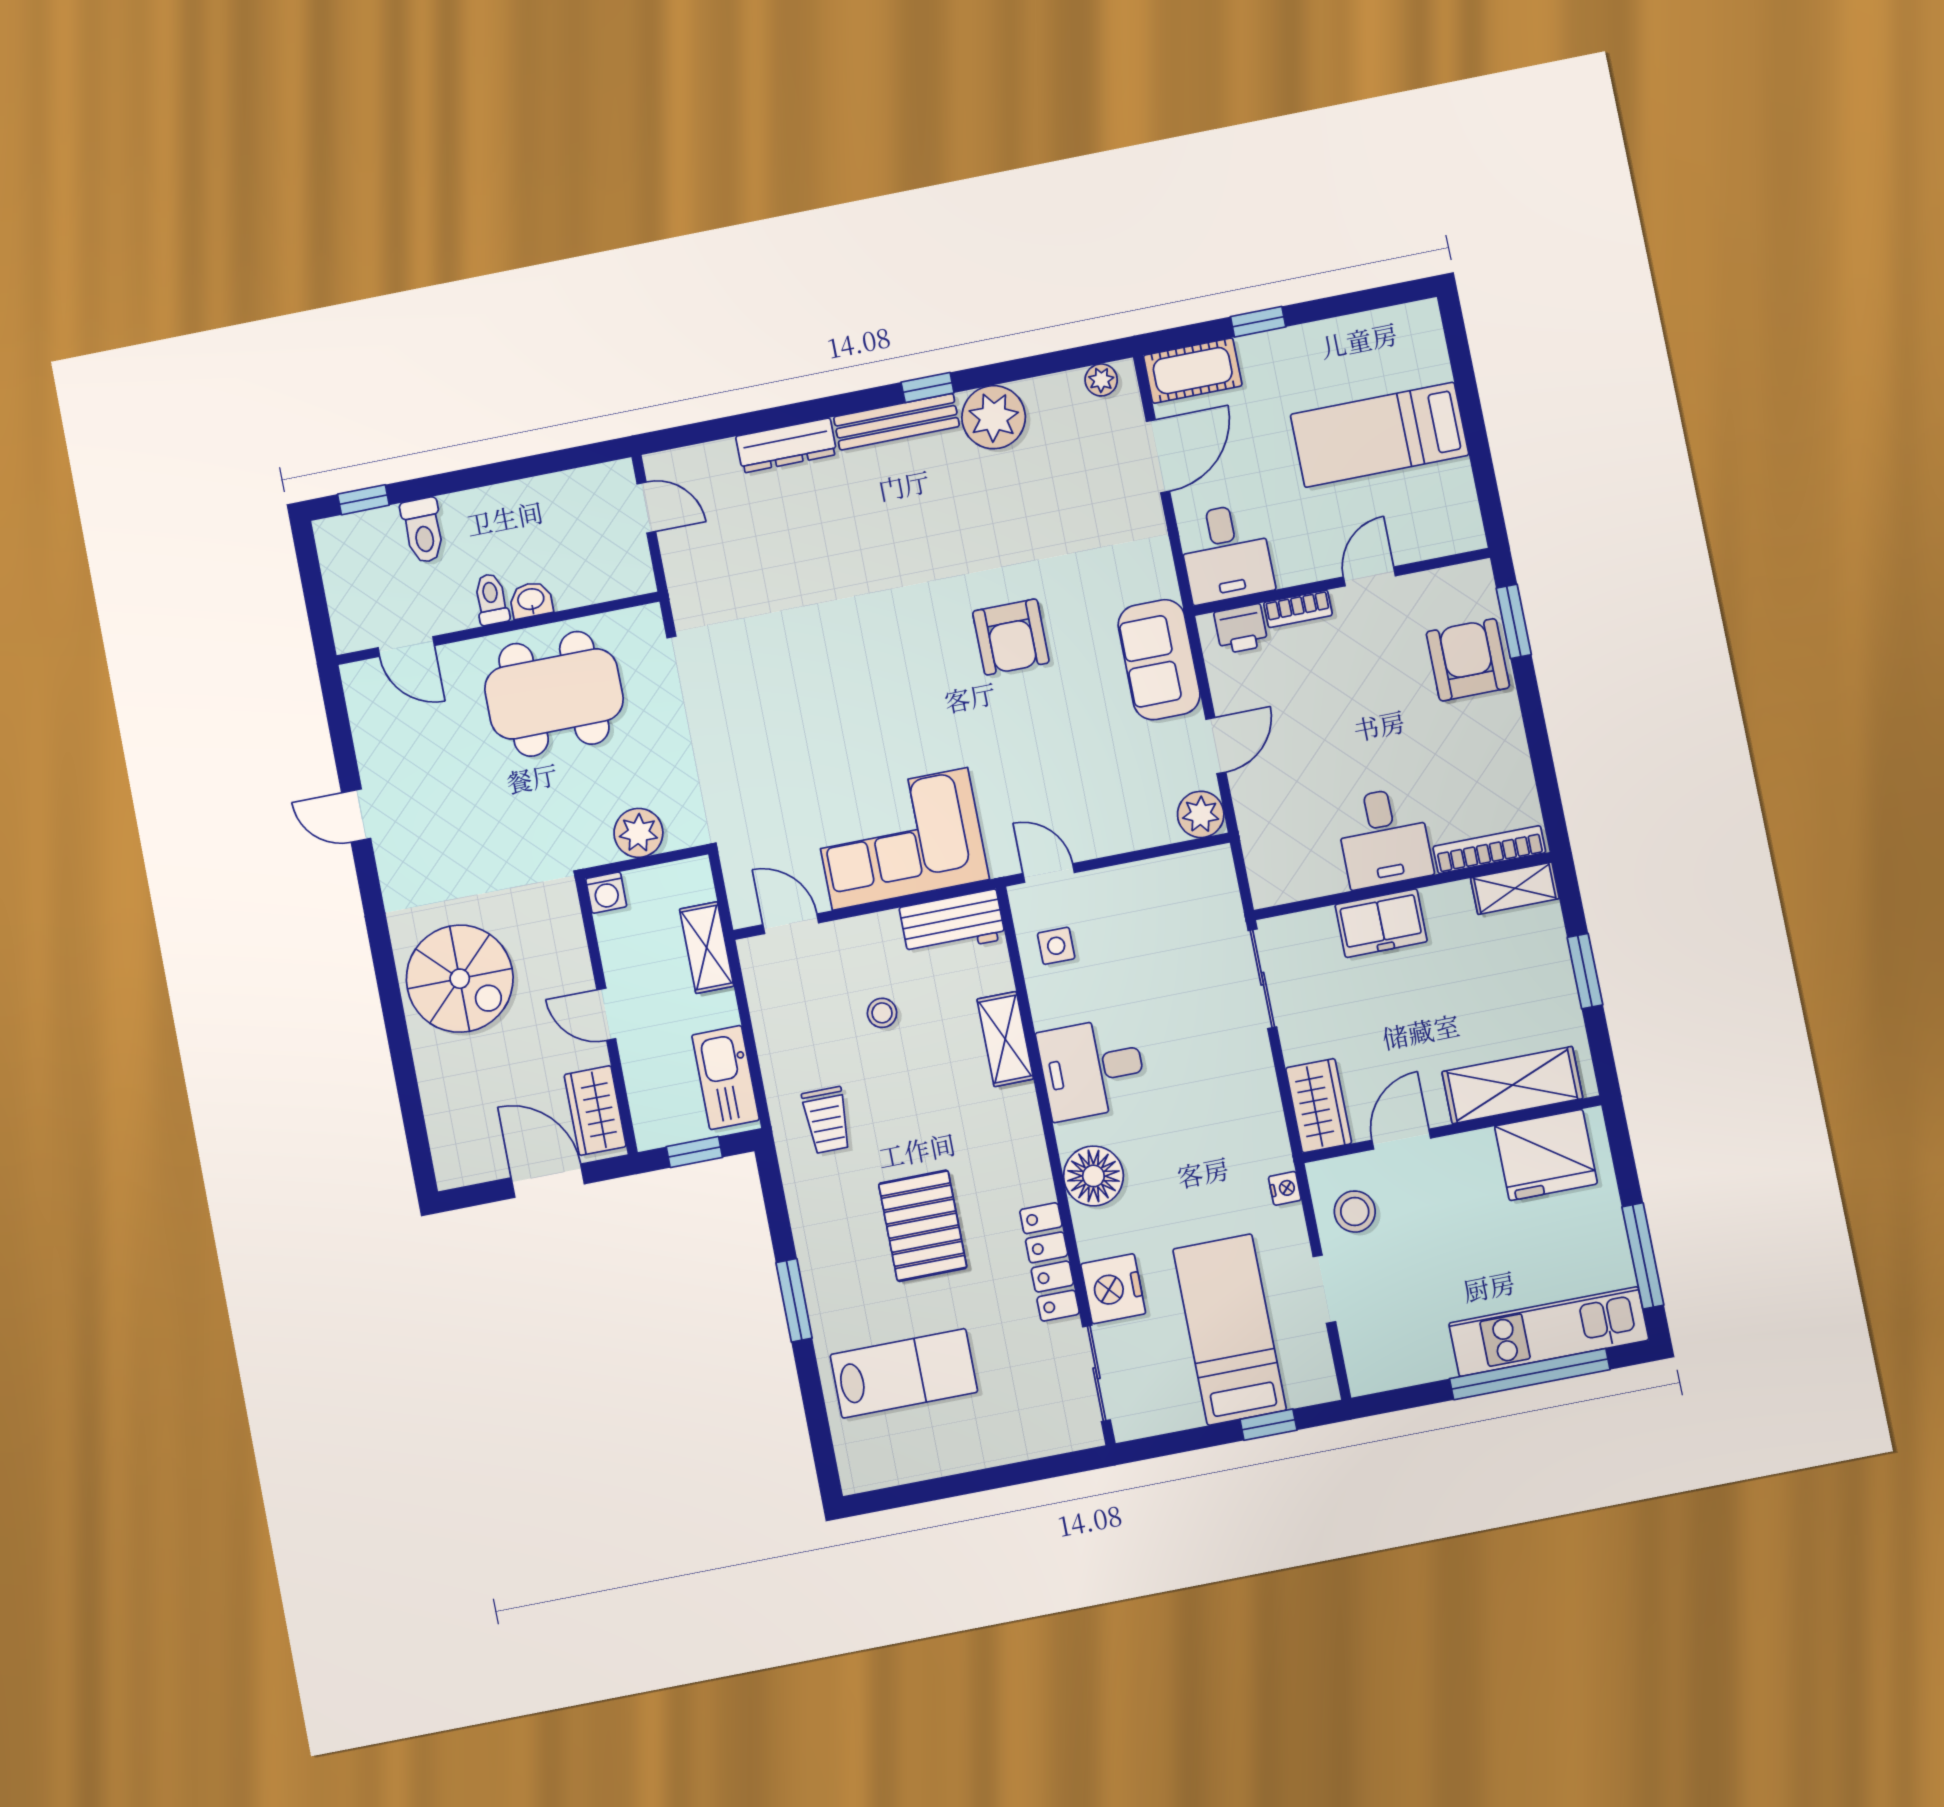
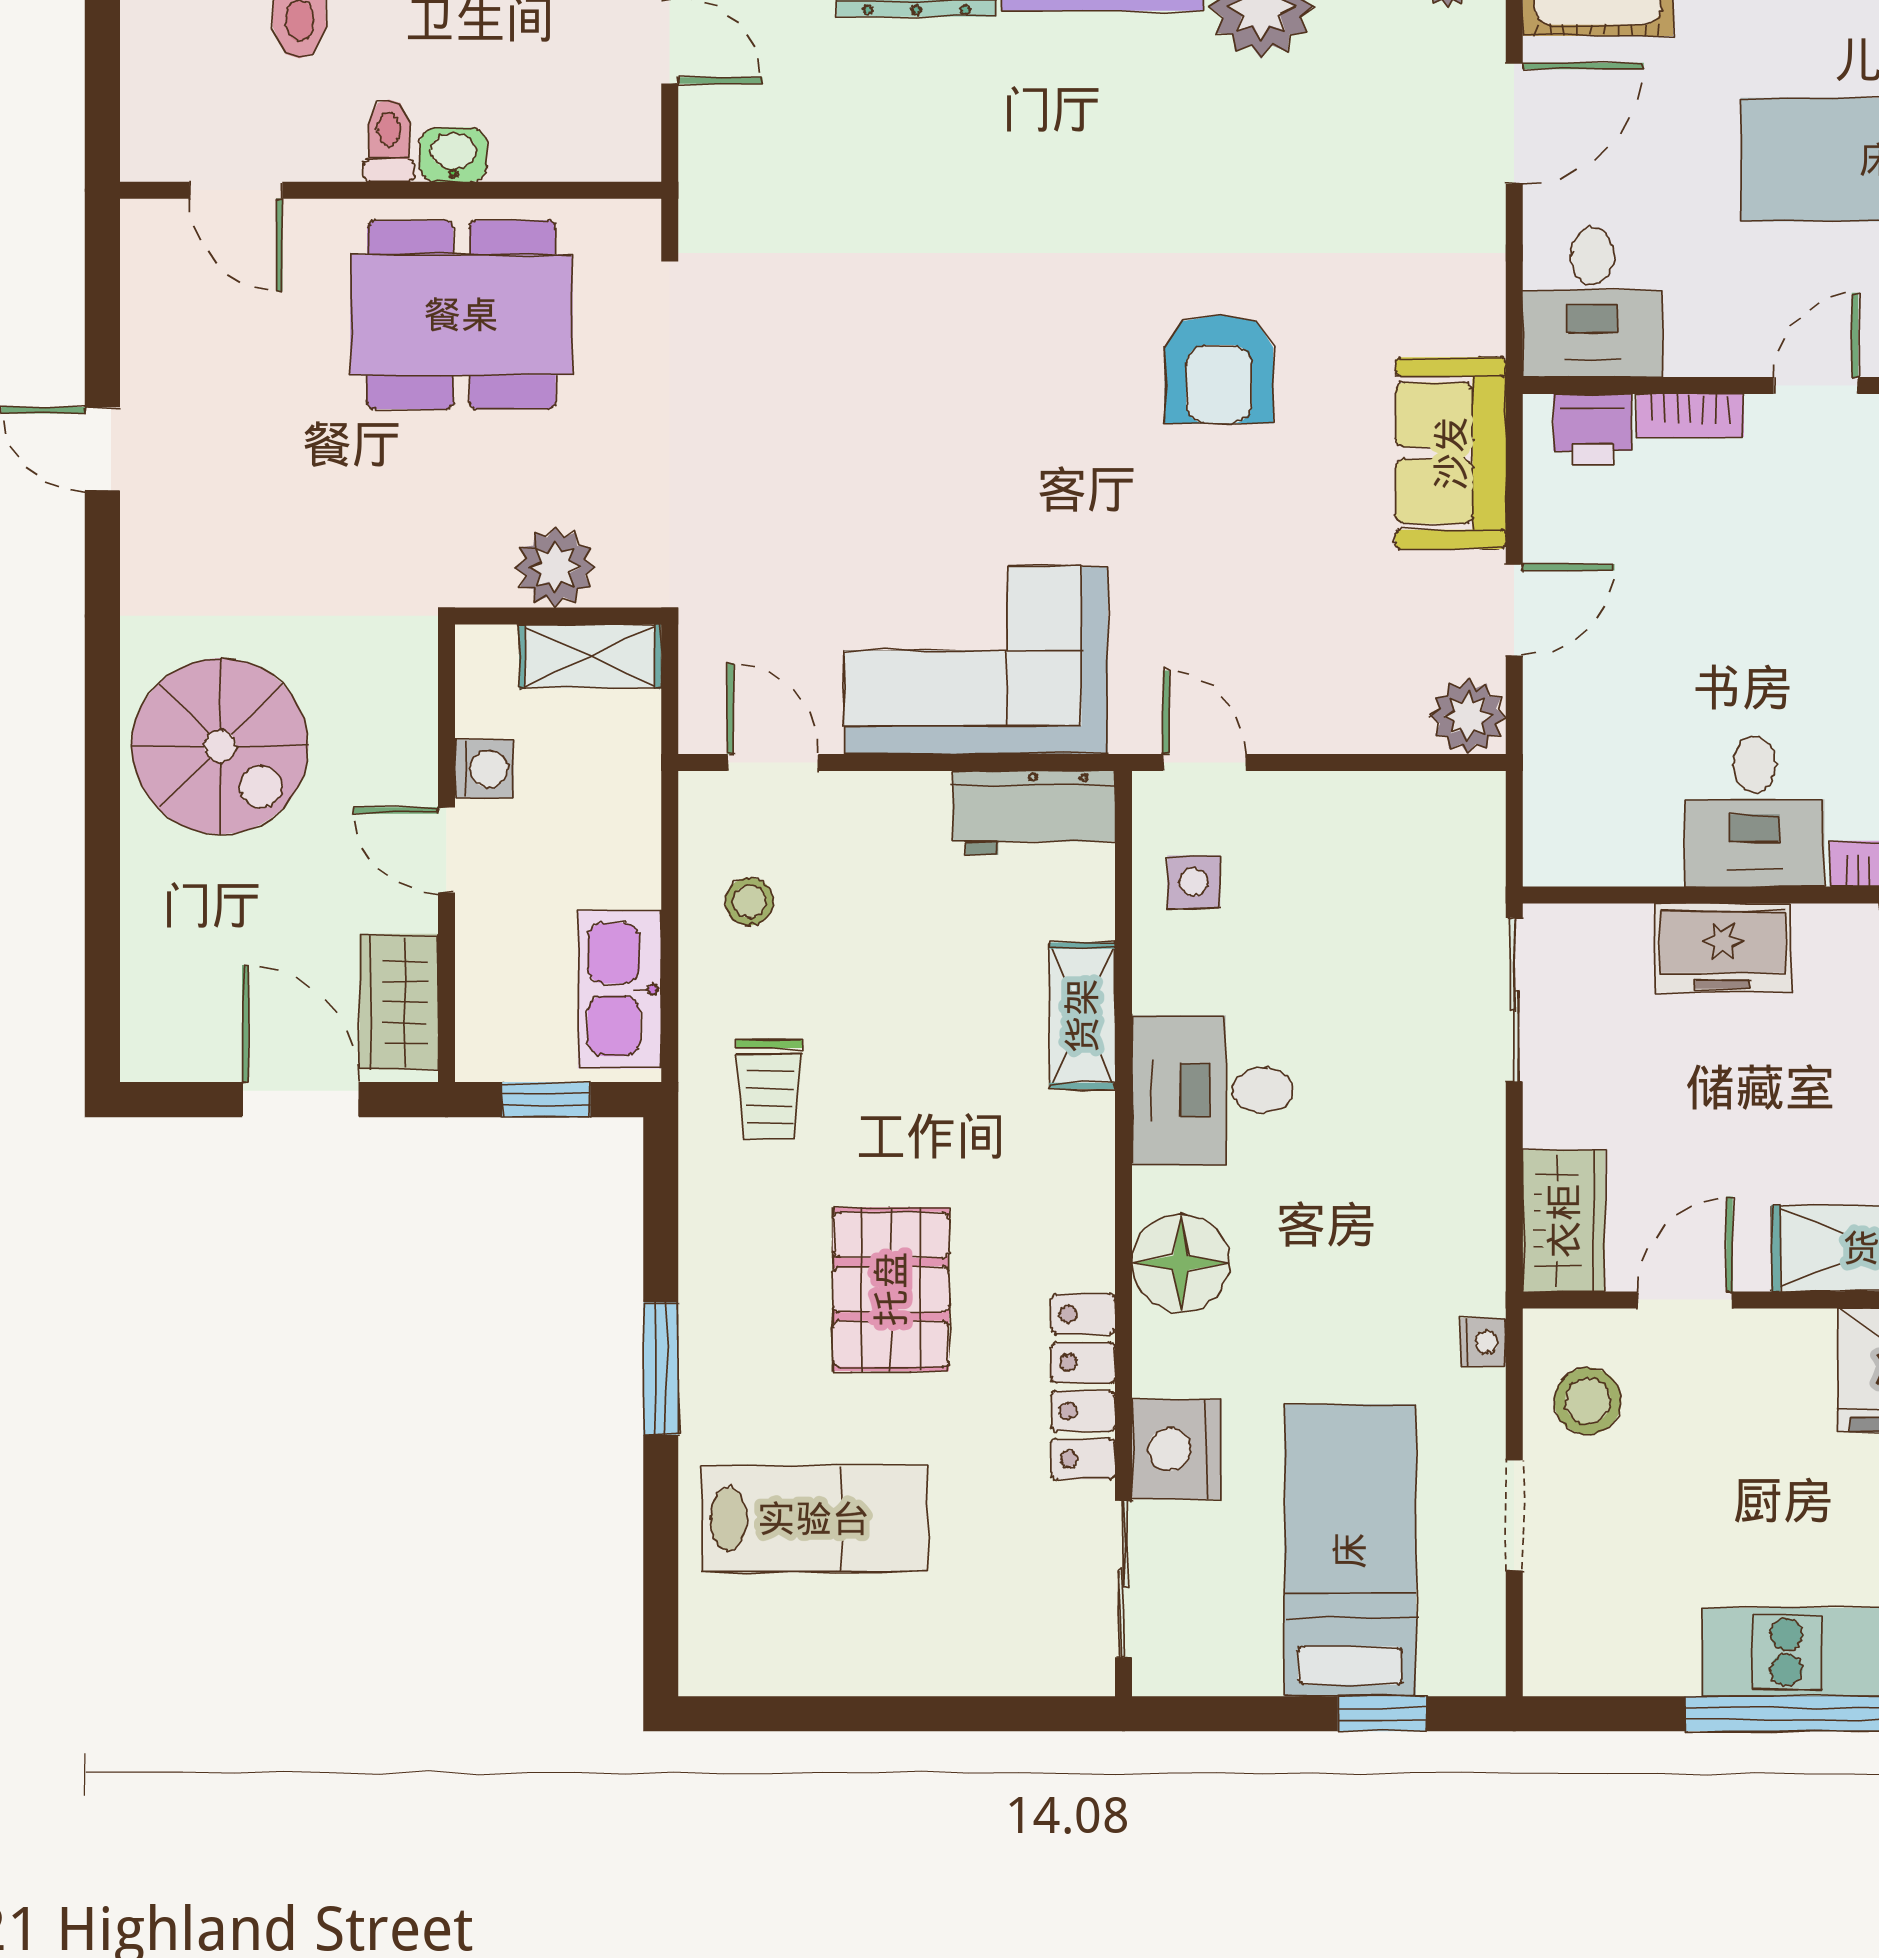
washing machine: (606, 893) -> (484, 769), moved, turned -90
shelving: (707, 948) -> (590, 656), moved, turned 90
stool: (882, 1013) -> (749, 902), moved

